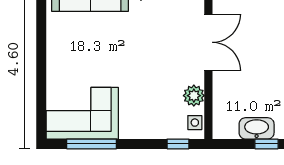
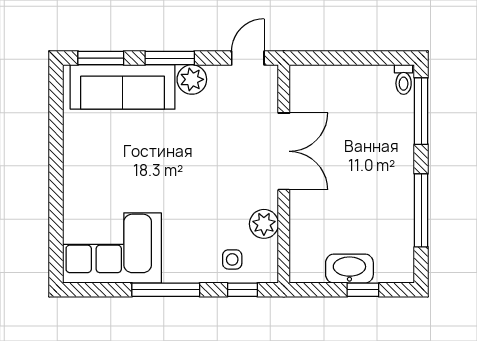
side table: (195, 123) -> (232, 259), moved
window: (92, 144) -> (166, 290), moved

